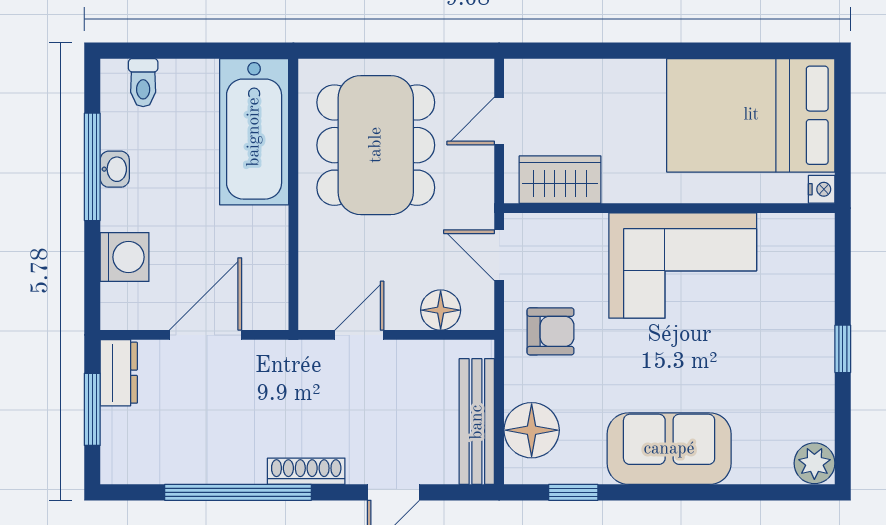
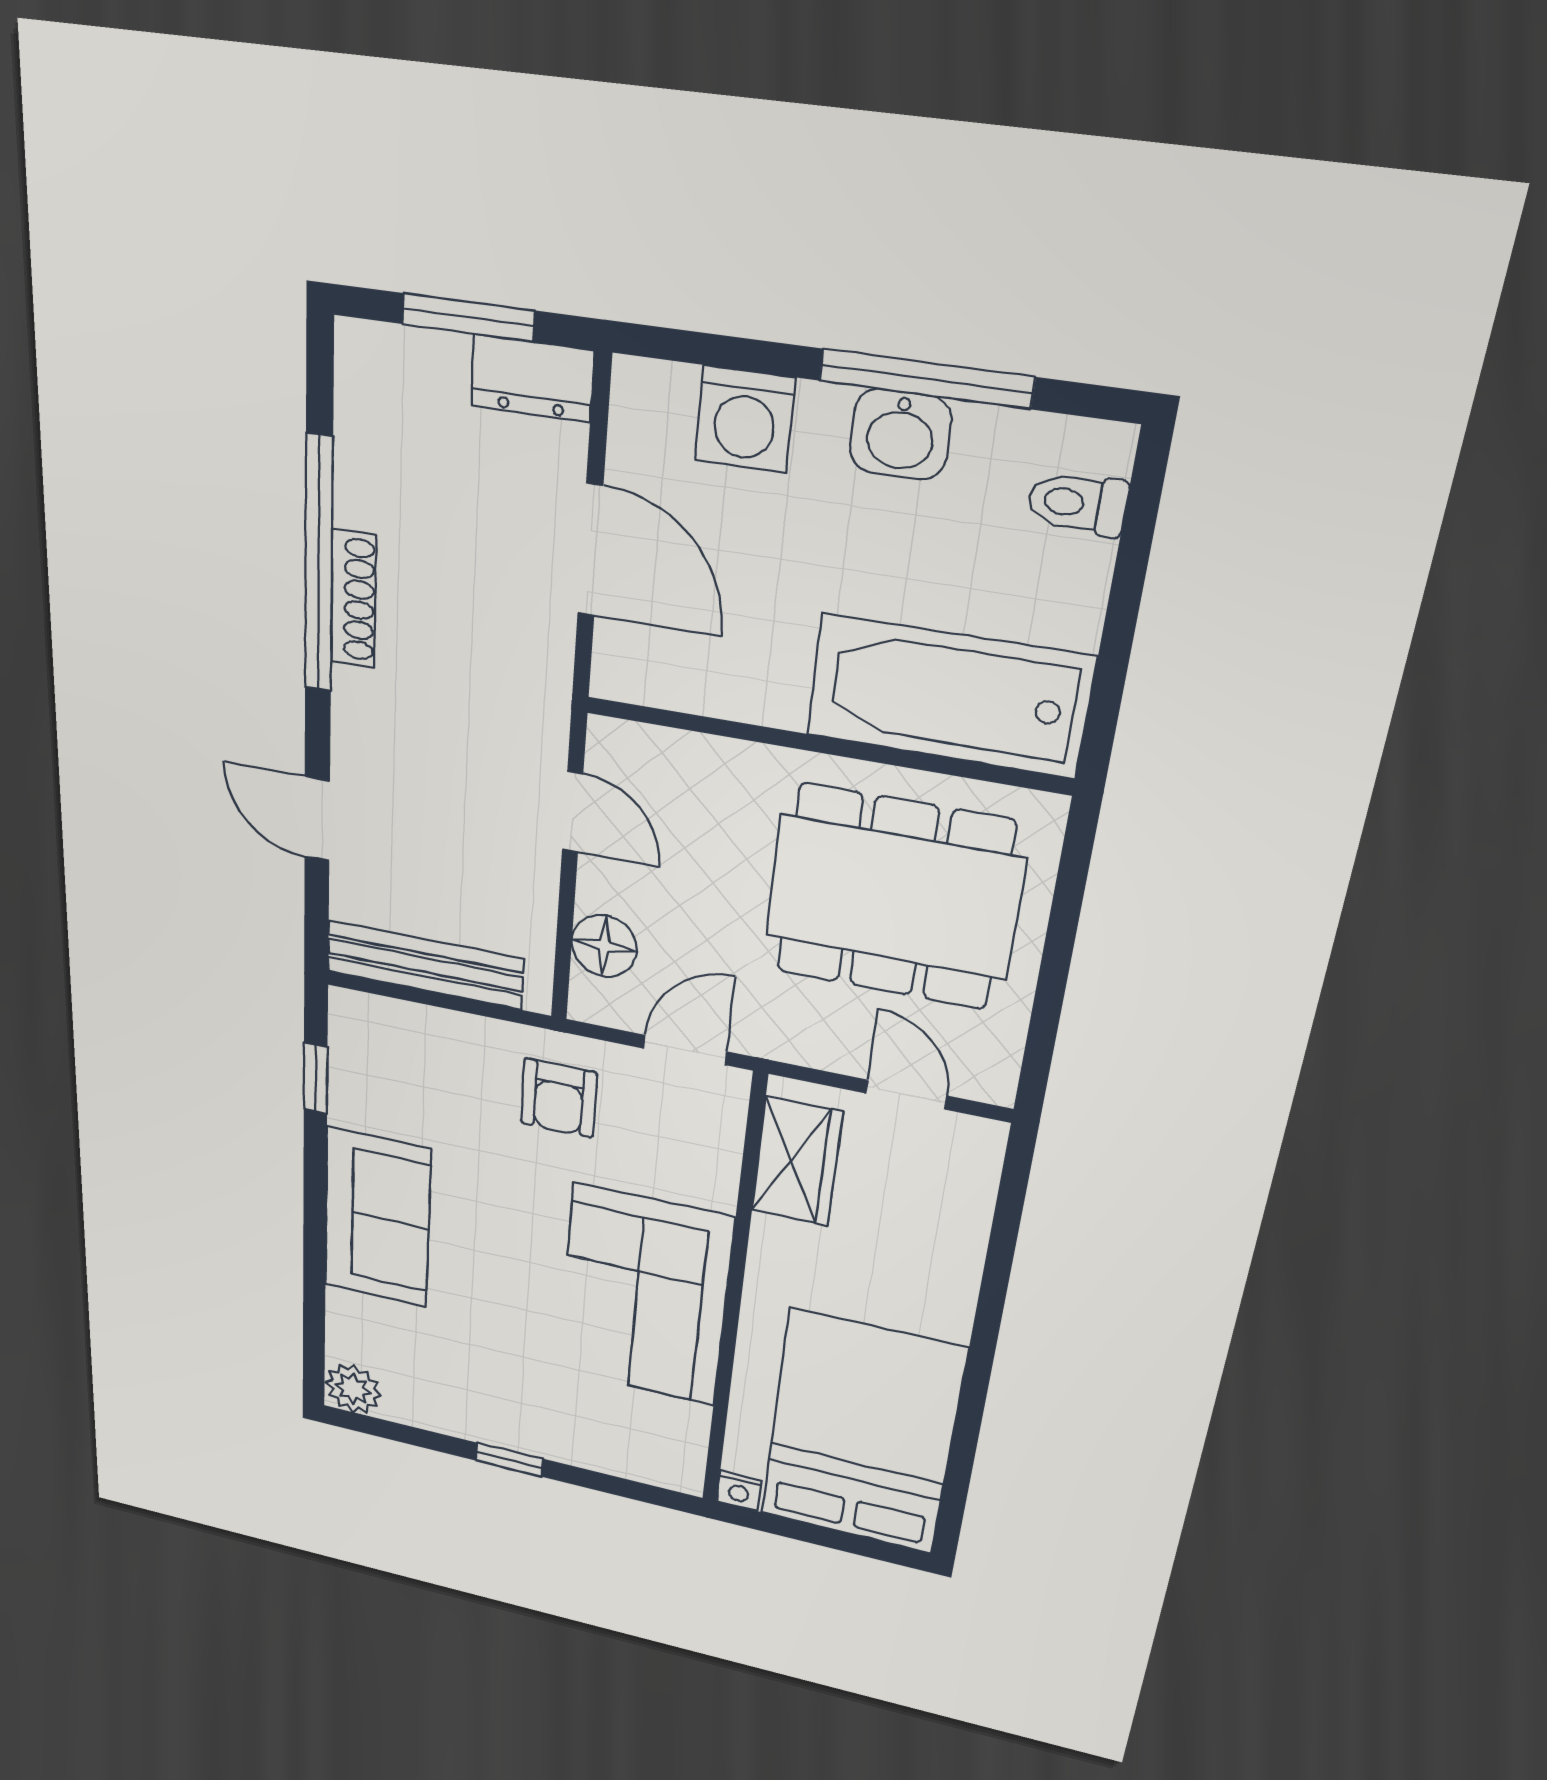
washbasin: (115, 169) -> (900, 434), width x1.38, depth x1.45
floor lamp: (532, 430) -> (409, 1040), removed
shoe rack: (306, 471) -> (353, 599), moved

